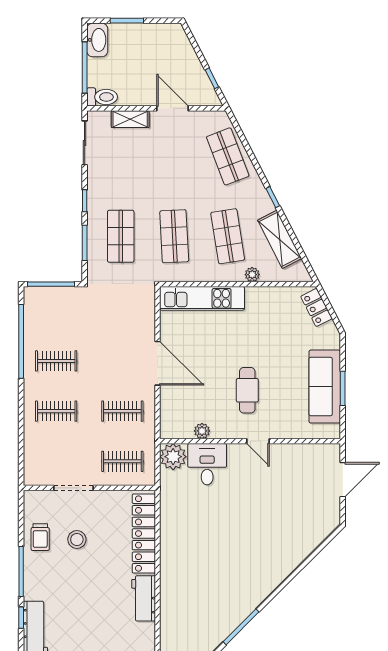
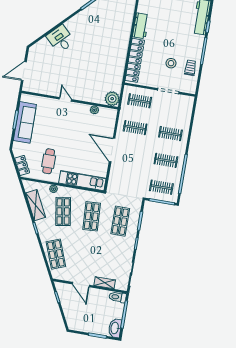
clothes rail: (56, 311) -> (161, 187), added
cafe table: (247, 390) -> (49, 161), moved
desk: (207, 464) -> (60, 39), moved, turned 135

